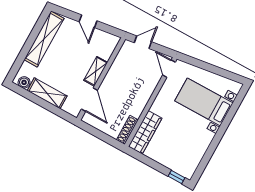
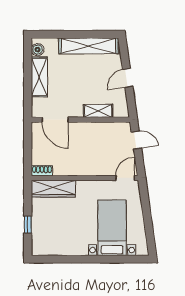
shelving: (96, 71) -> (98, 111), moved
door: (89, 100) -> (55, 120), hinge flipped
shoe rack: (127, 130) -> (42, 171), width x0.70
window: (176, 177) -> (28, 225), moved

